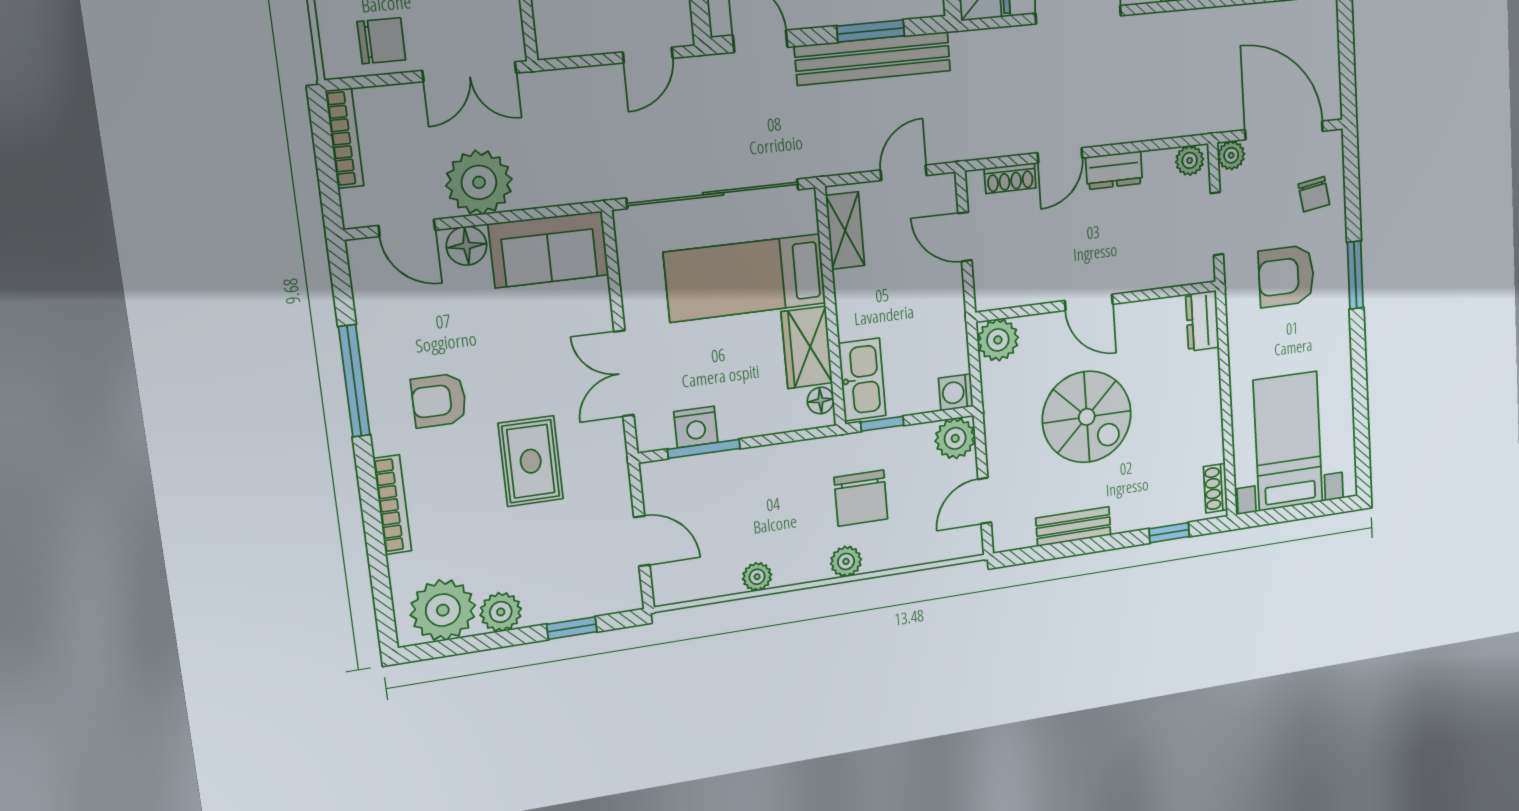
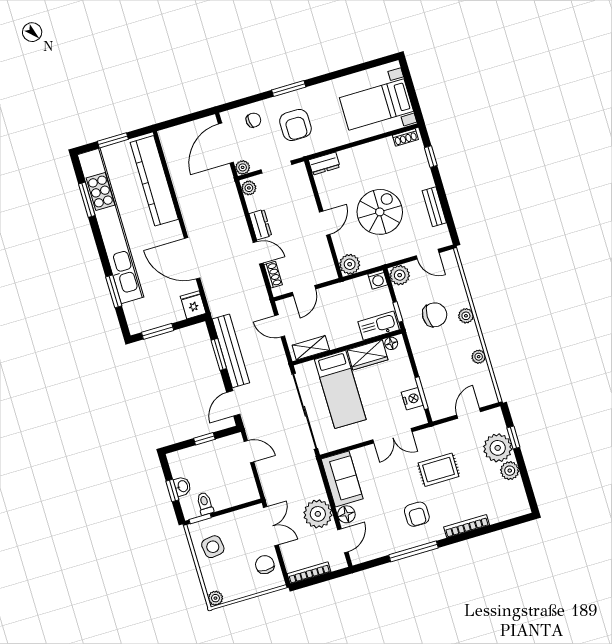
plant: (443, 610) -> (498, 448), moved

